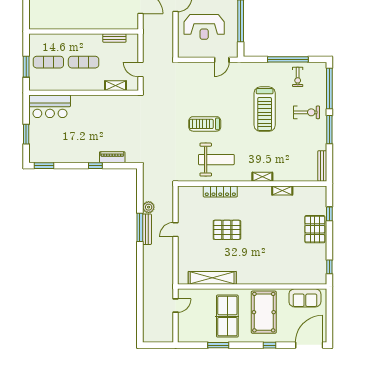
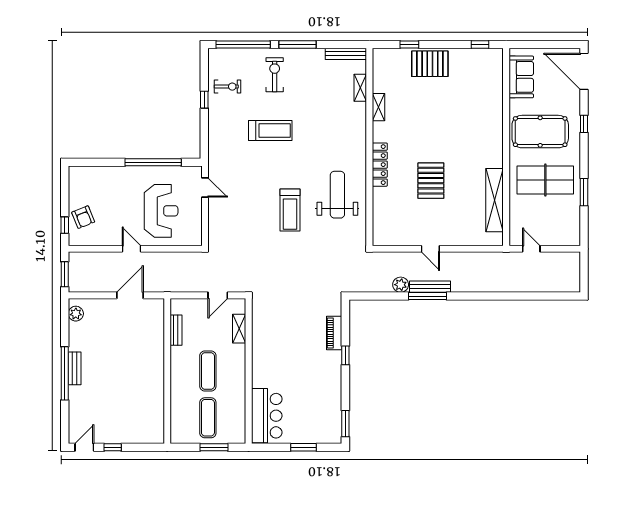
window: (288, 59) -> (204, 100), width x0.32
treadmill: (265, 109) -> (270, 130), width x0.73, depth x0.73
shelving: (262, 177) -> (360, 88), moved
locker: (220, 191) -> (380, 165), moved

